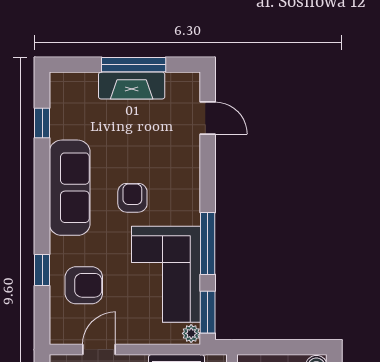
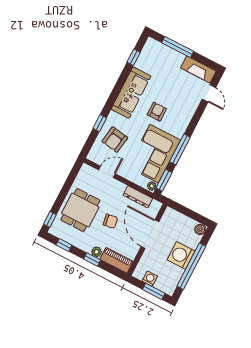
window: (134, 65) -> (178, 47), moved
fireplace: (132, 86) -> (198, 69), moved
armchair: (84, 285) -> (115, 140), turned 99

